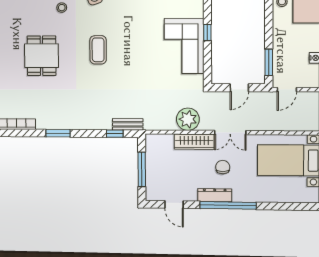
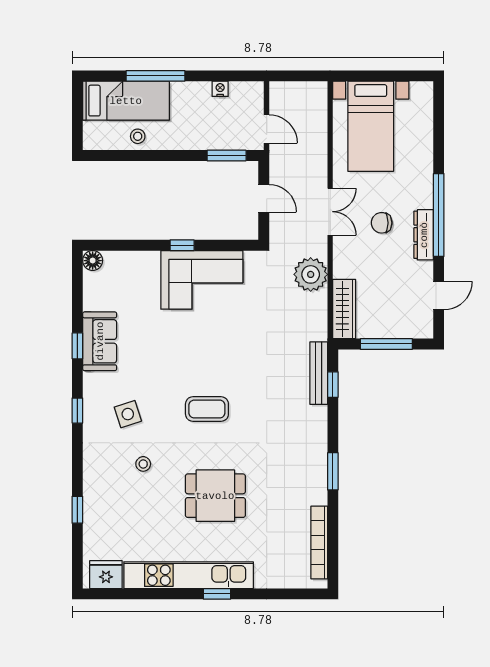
bench: (128, 124) -> (319, 373), width x1.36
wardrobe: (194, 142) -> (344, 309), moved

